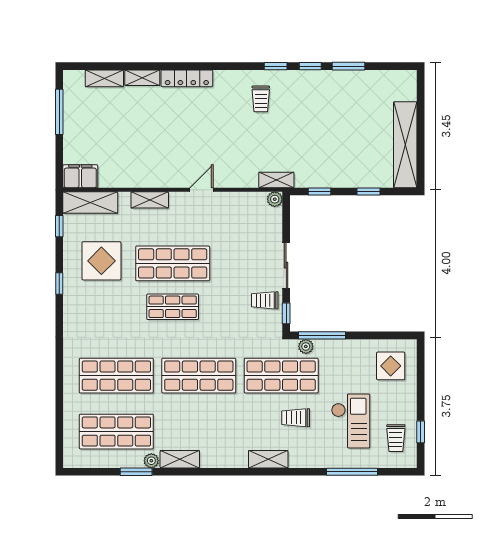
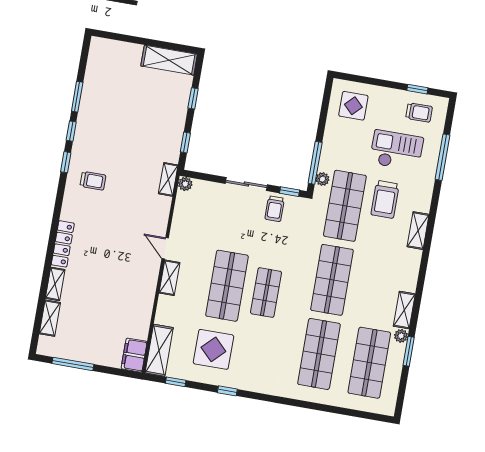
shelving: (405, 145) -> (169, 60), width x0.68
shelving: (150, 200) -> (169, 278), moved
trolley: (296, 418) -> (385, 199), width x1.36, depth x1.39

